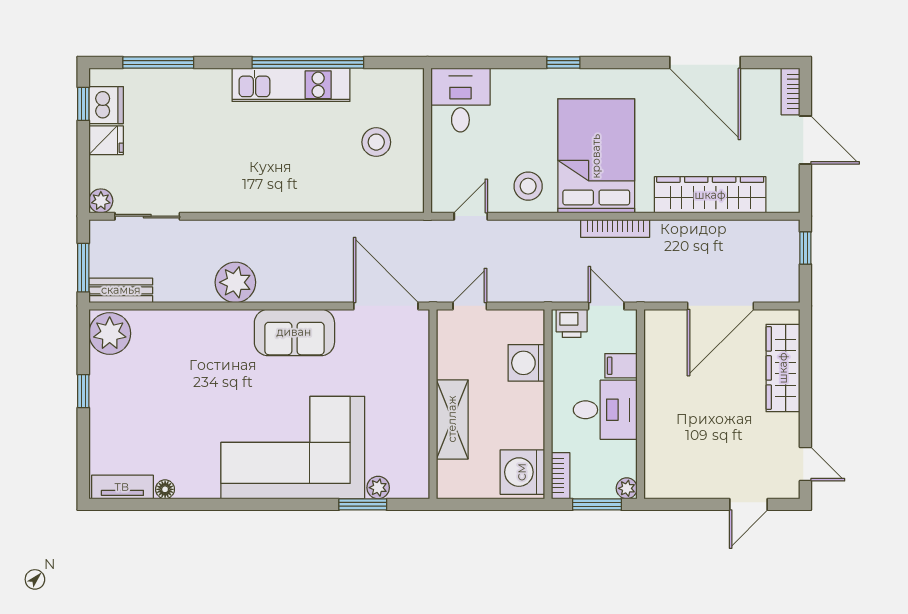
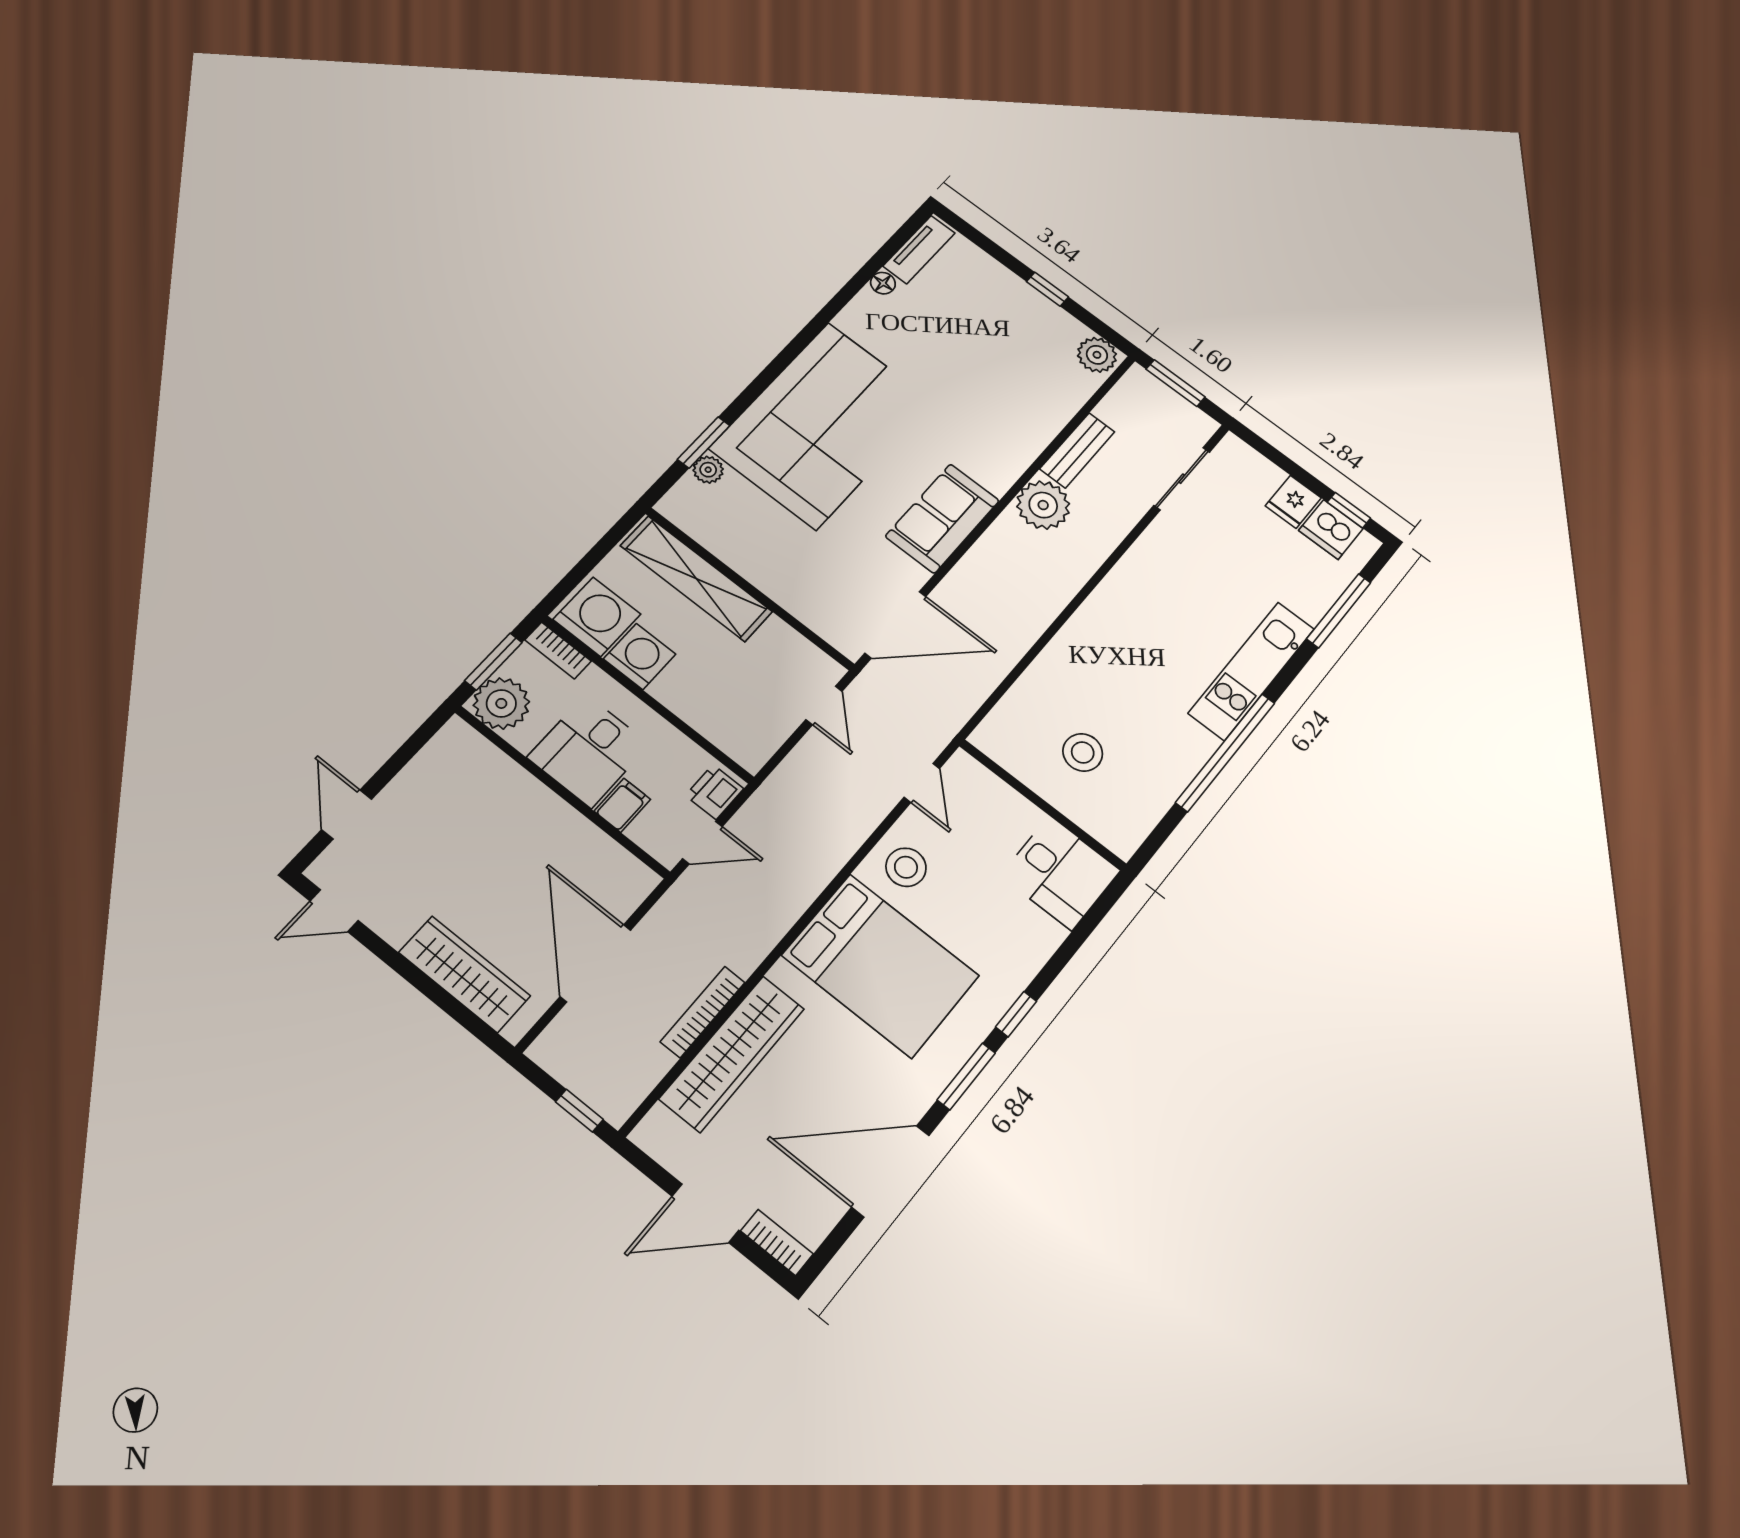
window: (620, 63) -> (966, 1076), added
kitchen unit: (291, 85) -> (1252, 671), moved
plant: (101, 201) -> (1233, 450), removed
bookcase: (615, 228) -> (703, 1012), moved
bench: (121, 290) -> (1077, 450), moved
plant: (110, 333) -> (1097, 355), width x0.73, depth x0.73
washing machine: (526, 363) -> (640, 656), moved
shelving: (452, 419) -> (696, 579), width x1.47
plant: (627, 488) -> (501, 703), width x1.87, depth x1.87

